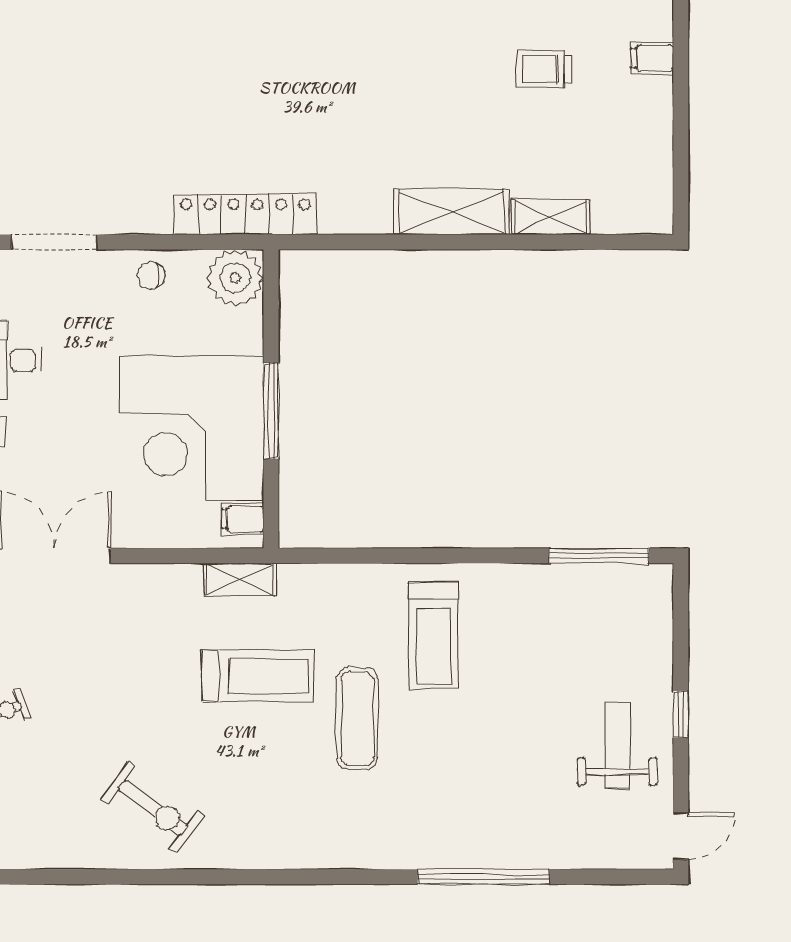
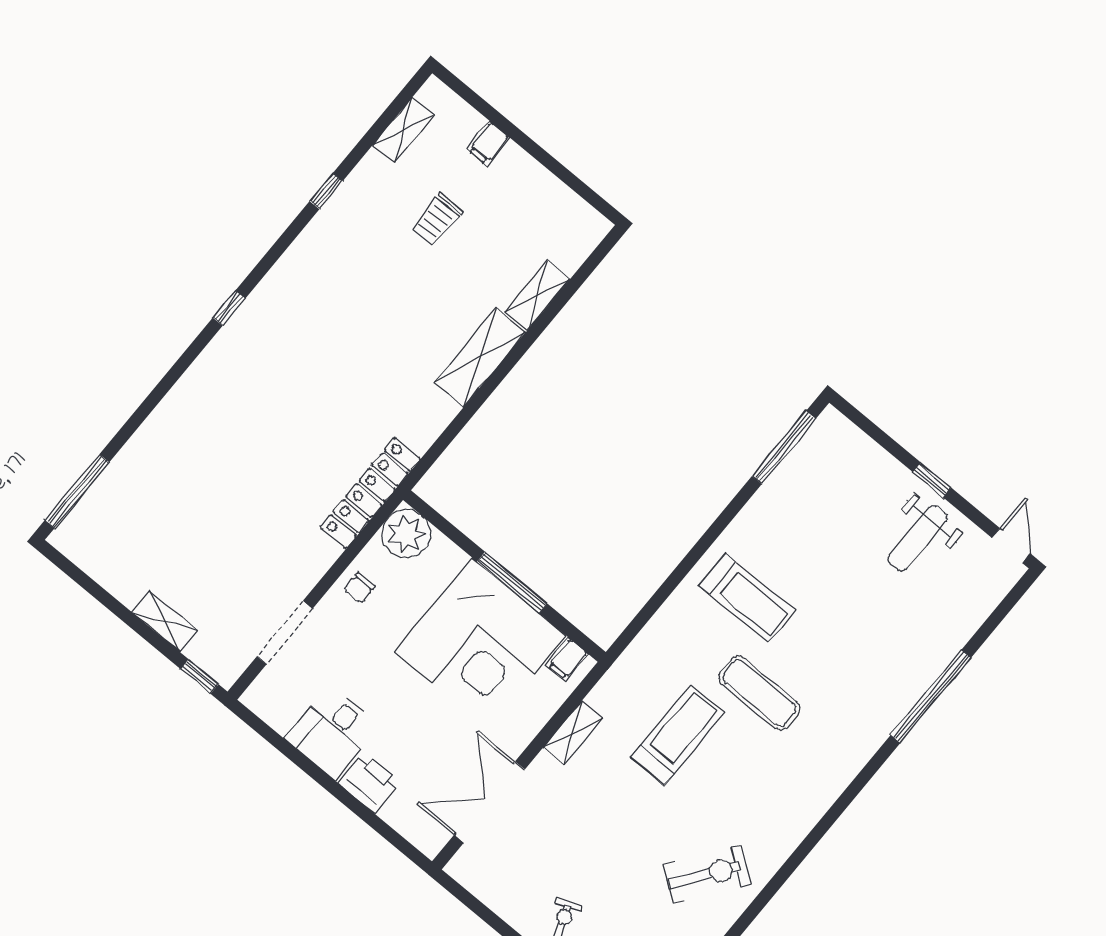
shelving: (240, 579) -> (573, 733), moved
weight bench: (617, 745) -> (918, 538), turned -90

